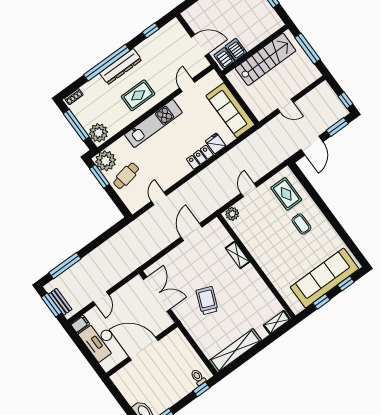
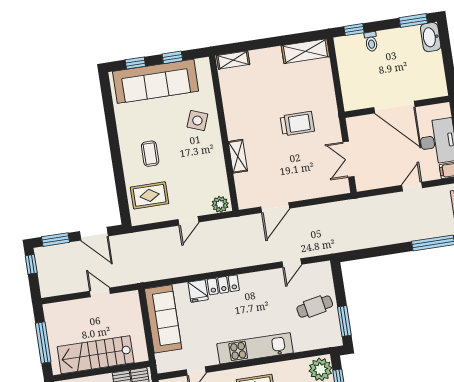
door: (312, 146) -> (94, 234), swing flipped
plant: (106, 161) -> (329, 335), removed
rug: (286, 194) -> (150, 195), turned 90
side table: (280, 265) -> (197, 121), added
double door: (157, 294) -> (349, 159), width x0.73
trolley: (207, 301) -> (297, 124), turned -112
shelving: (235, 350) -> (305, 51), width x0.68
toilet: (198, 377) -> (371, 42), moved

